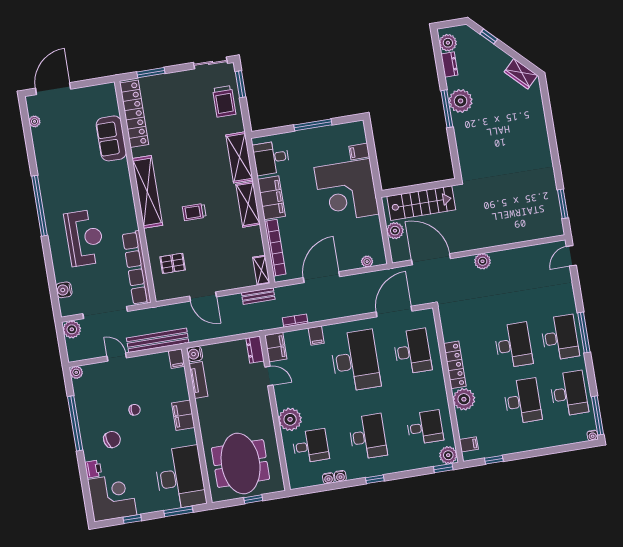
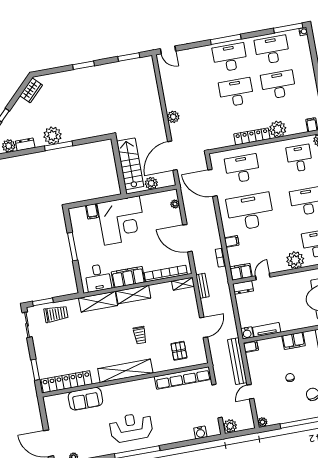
window: (553, 144) -> (84, 65), added
reception desk: (85, 238) -> (131, 427), moved

